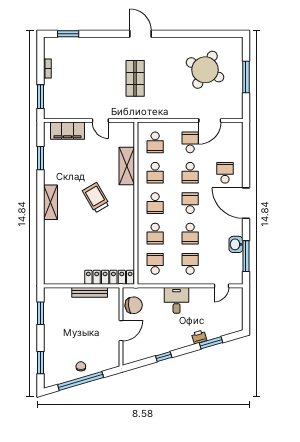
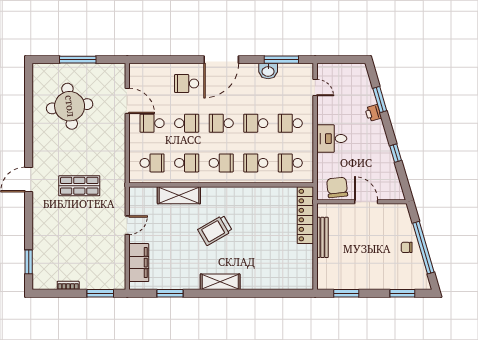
round table: (205, 70) -> (70, 106), turned -35
school desk: (155, 234) -> (256, 163), turned 180
school desk: (190, 234) -> (256, 123), turned 180

